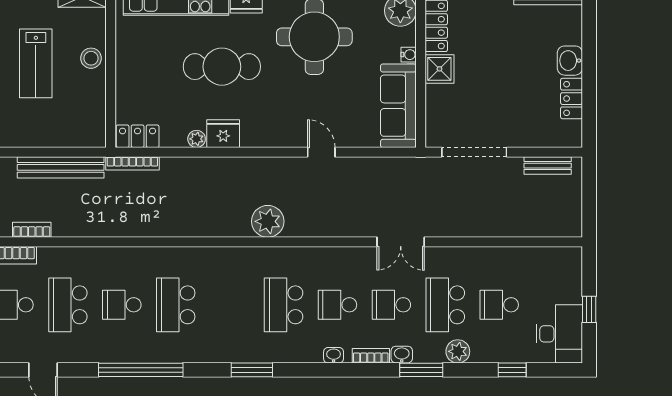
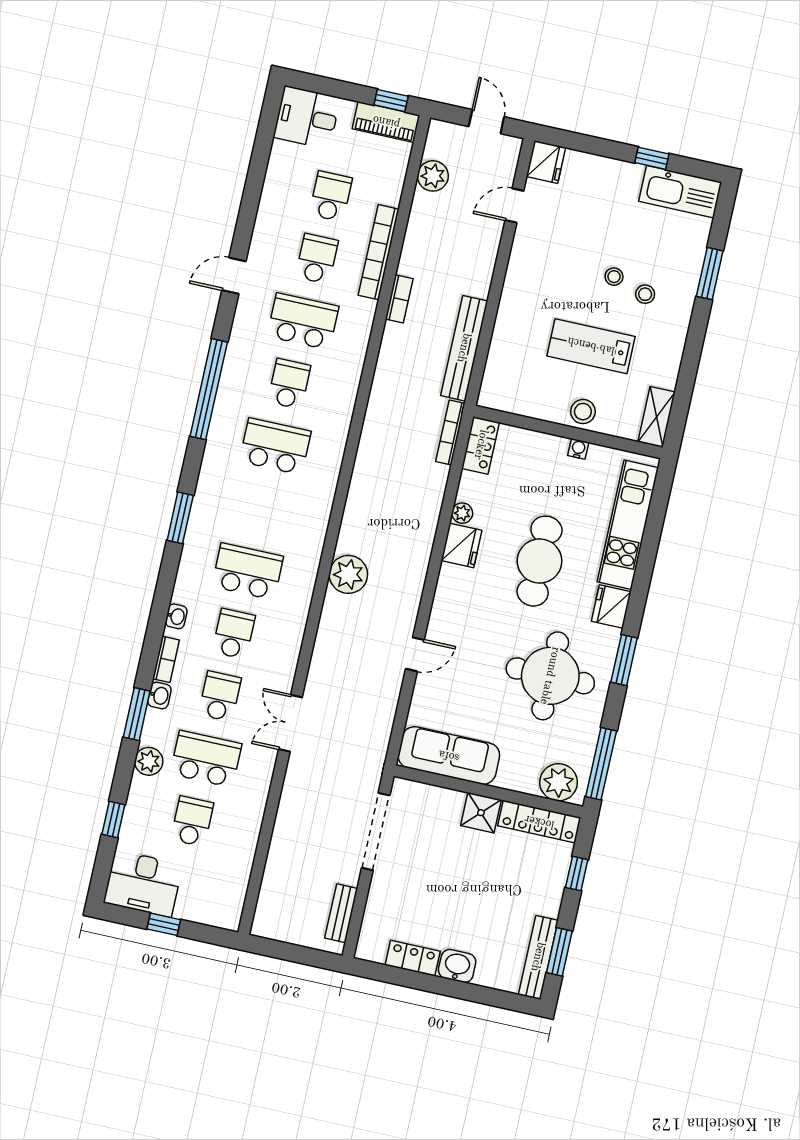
water cooler: (409, 55) -> (578, 449), moved, turned 180

